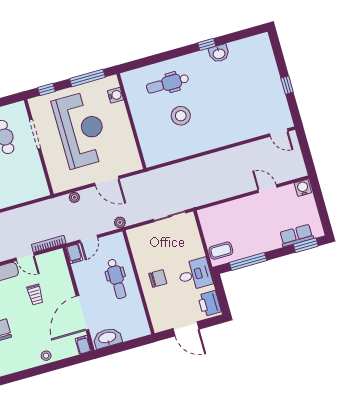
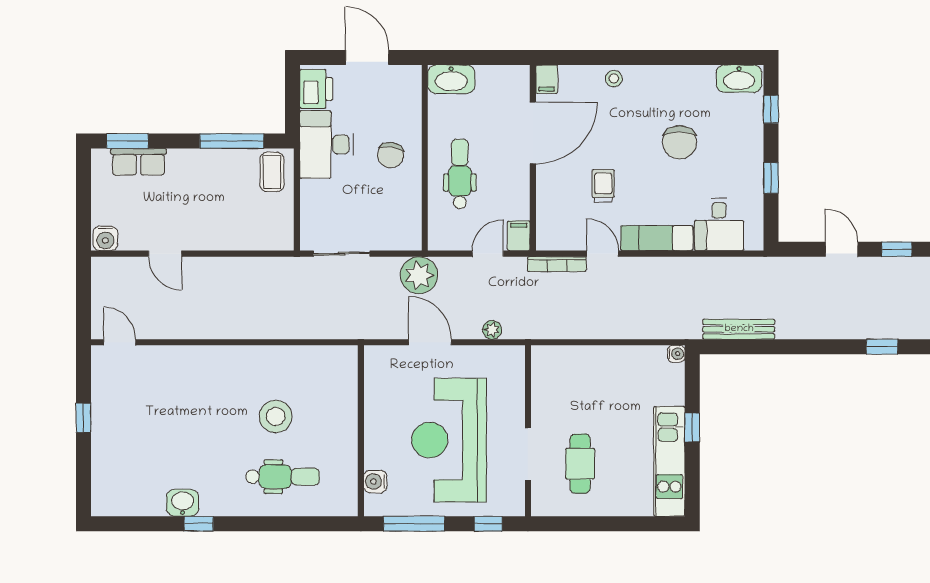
plant: (120, 222) -> (419, 275), width x1.88, depth x1.88
coffee table: (221, 251) -> (272, 172), turned 90
desk: (195, 274) -> (327, 144), width x1.37
chair: (158, 278) -> (391, 155), turned -82
washbasin: (107, 338) -> (451, 79), moved

